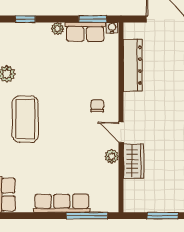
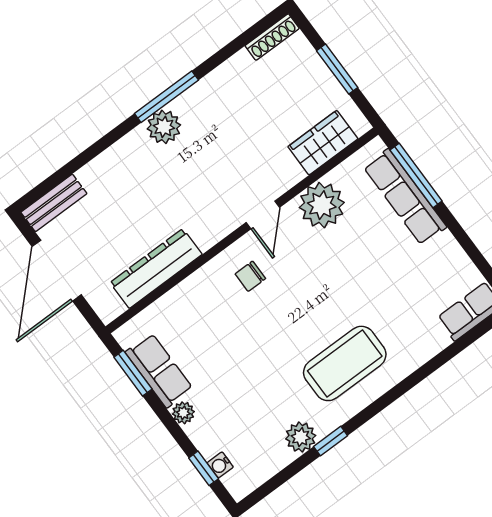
water cooler: (112, 28) -> (220, 465), moved
plant: (112, 156) -> (322, 205), width x1.87, depth x1.87
wardrobe: (134, 161) -> (323, 143), moved
row of seats: (62, 203) -> (405, 197), moved

